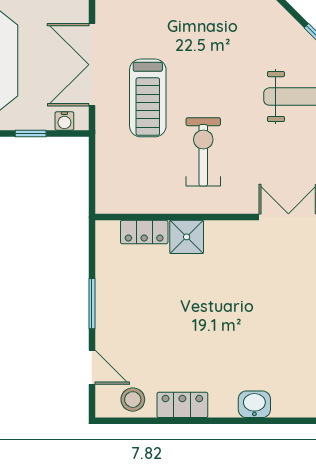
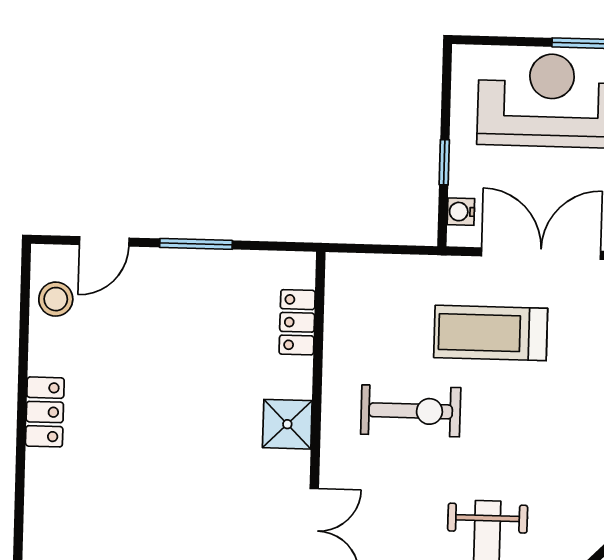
shower: (187, 237) -> (287, 424), moved
washbasin: (254, 404) -> (44, 475), removed
locker: (182, 405) -> (45, 412), moved

